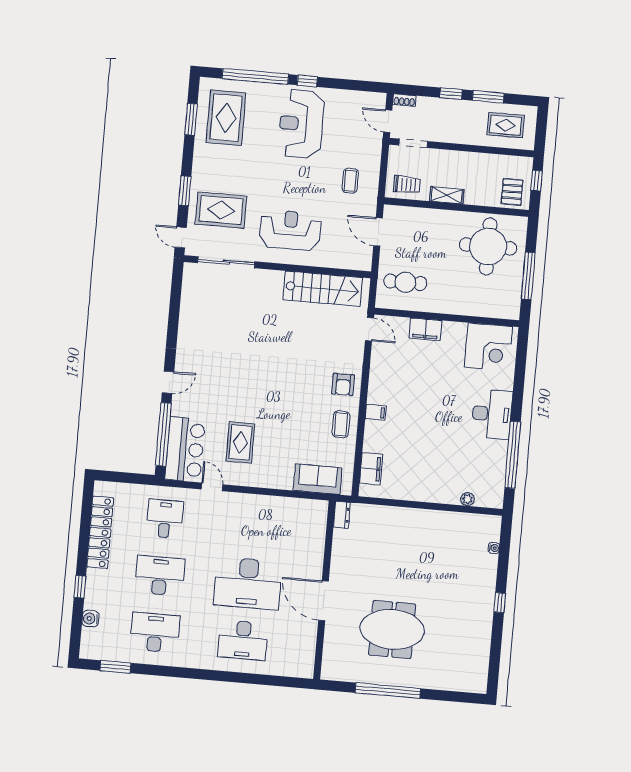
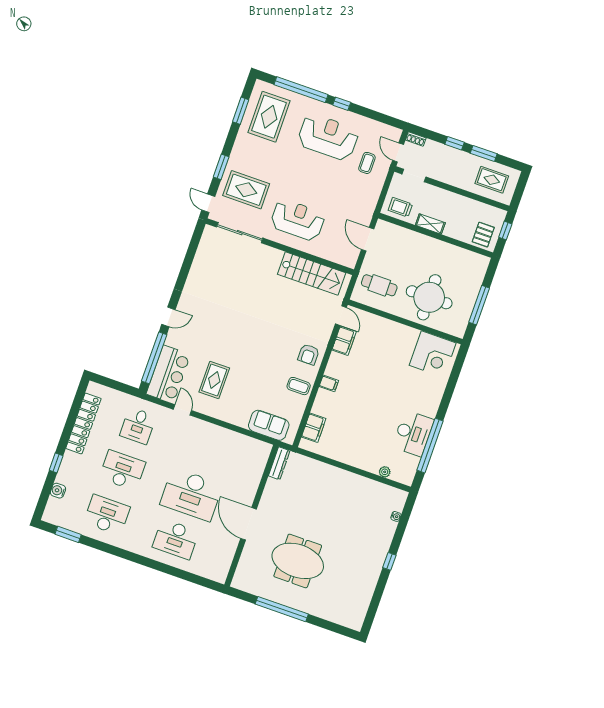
reception desk: (301, 124) -> (328, 137), turned 90
coffee table: (350, 181) -> (367, 163), moved
trolley: (407, 185) -> (400, 207), turned 180
round table: (488, 246) -> (429, 297), moved
filing cabinet: (425, 329) -> (344, 341), moved, turned -90
desk: (492, 414) -> (413, 433), moved
coffee table: (341, 424) -> (299, 386), turned 90
dresser: (342, 515) -> (279, 463), width x1.44
desk: (165, 519) -> (138, 426), turned 180

